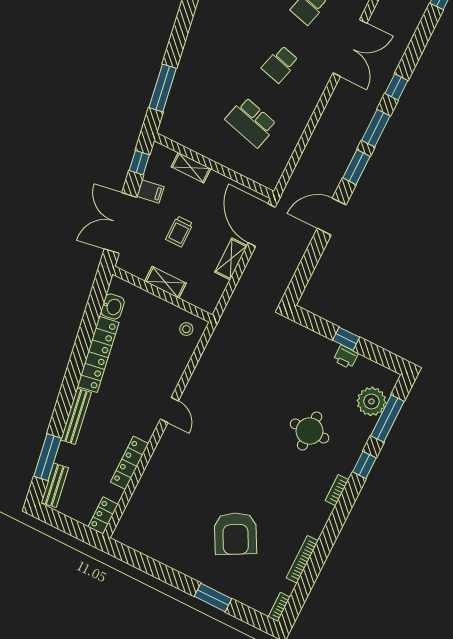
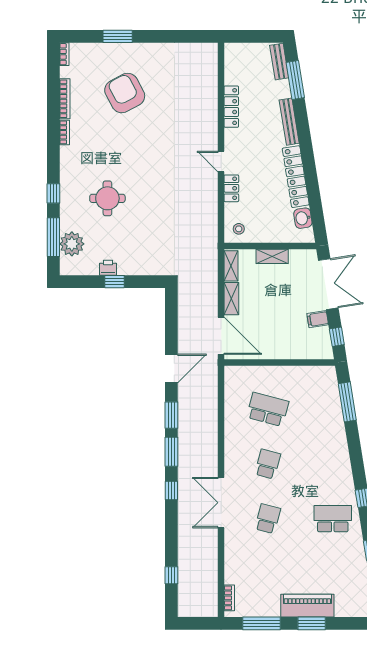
shelving: (191, 168) -> (231, 266), moved, turned 90
trolley: (179, 231) -> (281, 300), removed
bookcase: (337, 490) -> (64, 132), moved
locker: (103, 516) -> (231, 188), moved

